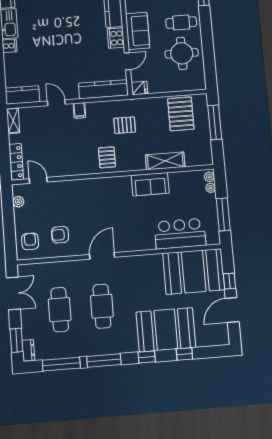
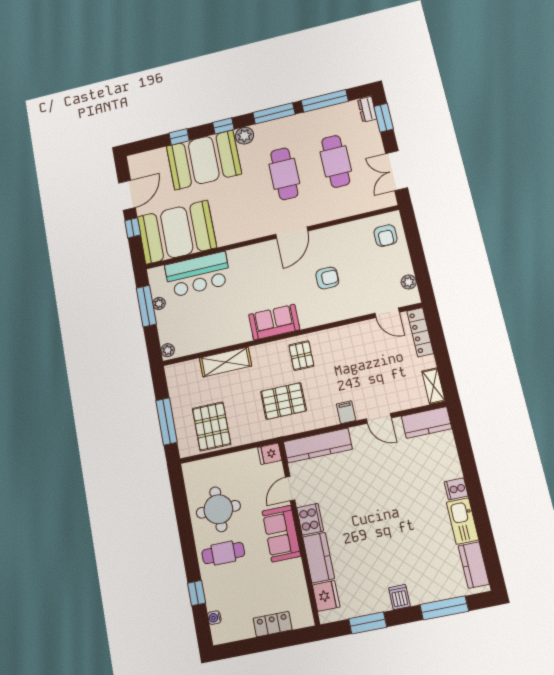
pallet: (125, 125) -> (283, 401), width x1.50, depth x1.42
sofa: (150, 184) -> (274, 322), moved
plant: (211, 188) -> (159, 303), moved
armchair: (60, 235) -> (327, 278), moved
plant: (130, 345) -> (244, 136), added

